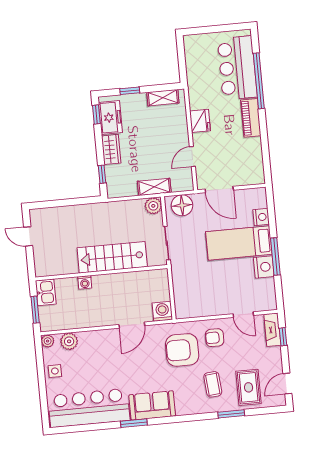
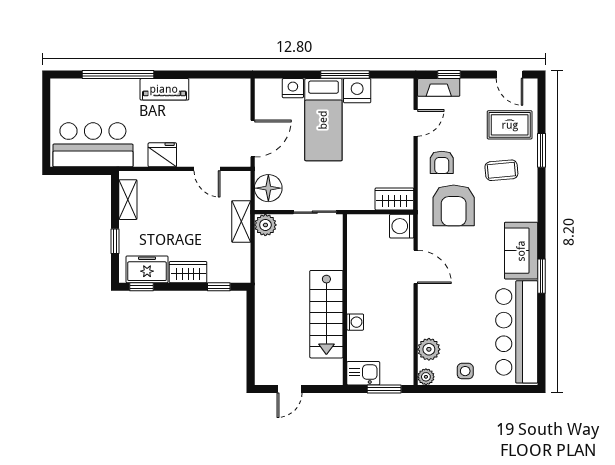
bar counter: (237, 68) -> (93, 145), moved, turned 180
stairs: (112, 257) -> (326, 314), moved
wardrobe: (183, 304) -> (394, 199), added

